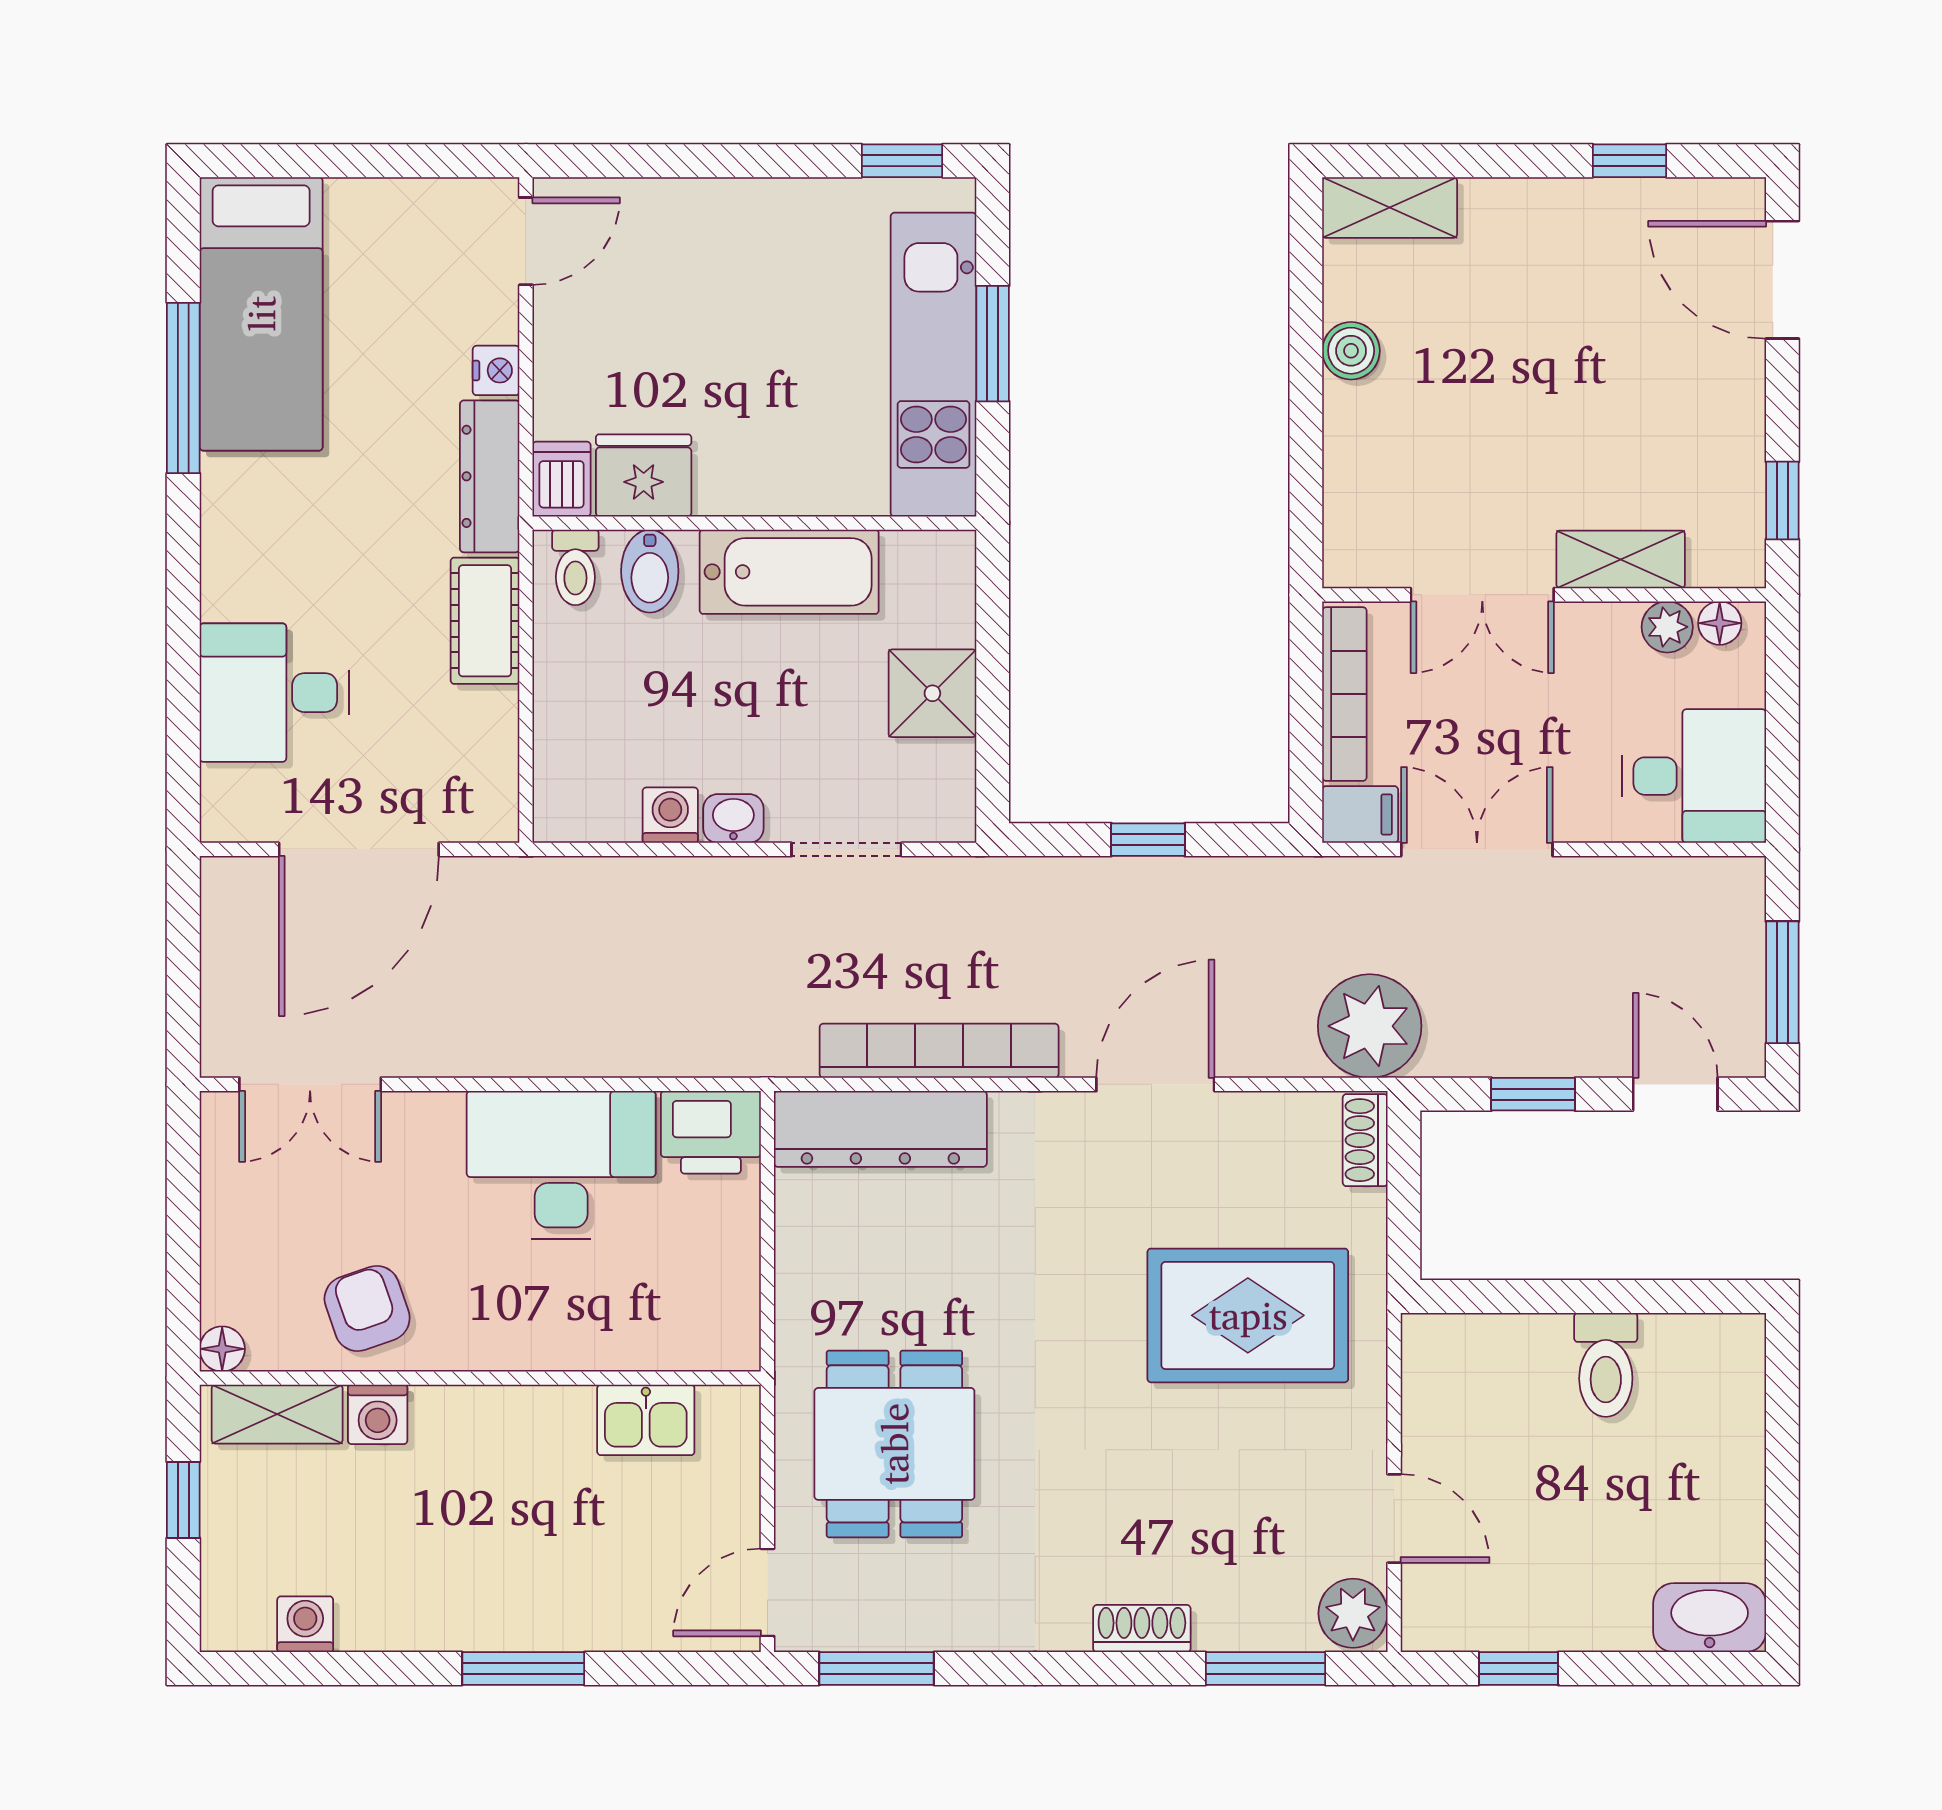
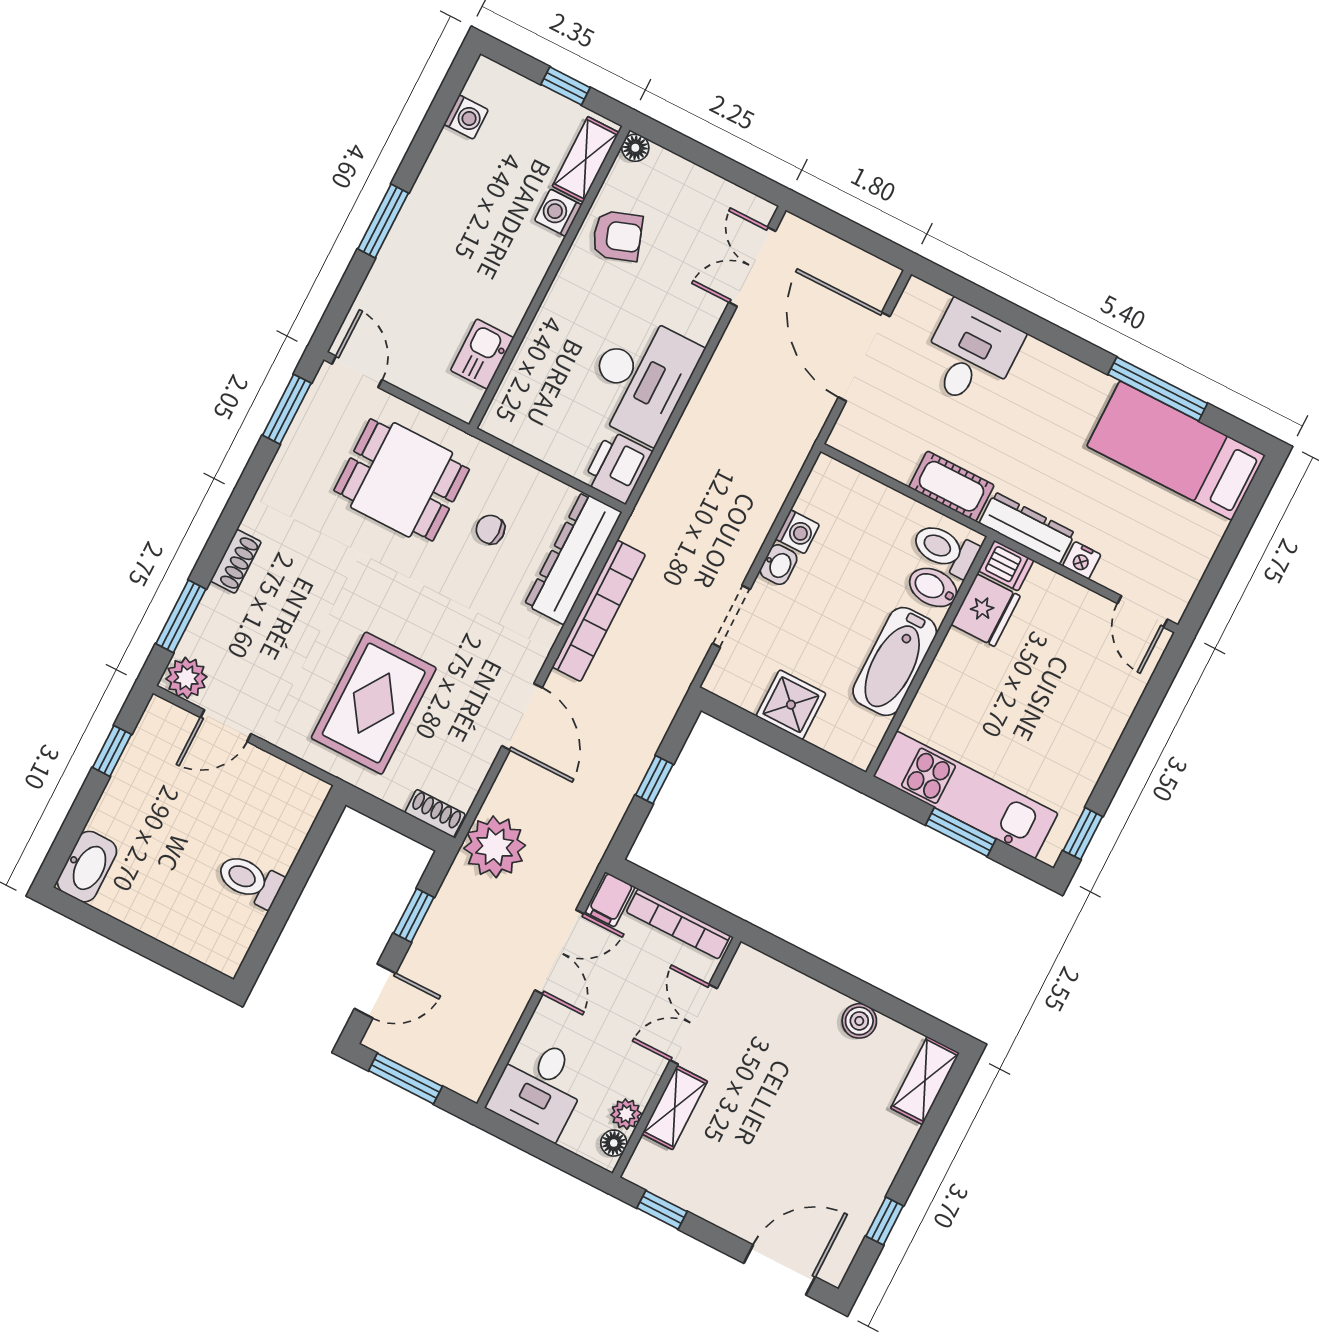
toilet: (575, 567) -> (945, 549), width x1.37, depth x1.39
chair: (901, 1274) -> (490, 529), added

